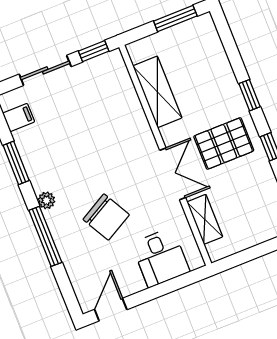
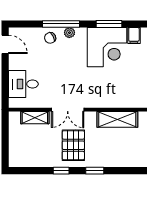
corner desk: (53, 152) -> (107, 47), added
plant: (46, 200) -> (69, 33), moved
chair: (106, 217) -> (50, 38), moved, width x0.54, depth x0.54

